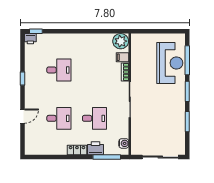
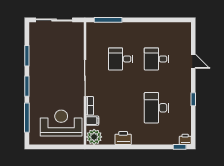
reception desk: (170, 63) -> (61, 123), moved, turned 90
desk: (59, 70) -> (156, 108), width x1.37
door: (22, 116) -> (193, 61), swing flipped
water cooler: (124, 143) -> (91, 34), removed
printer: (95, 148) -> (123, 138), moved, turned 180
locker: (77, 150) -> (138, 27), removed

